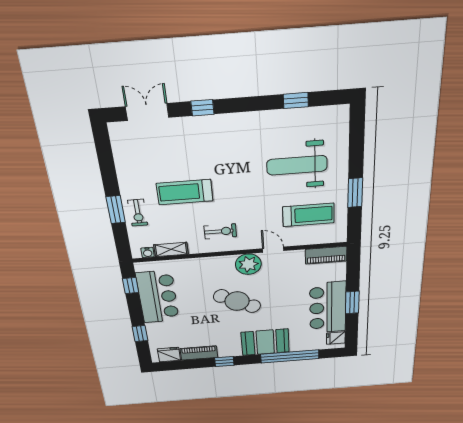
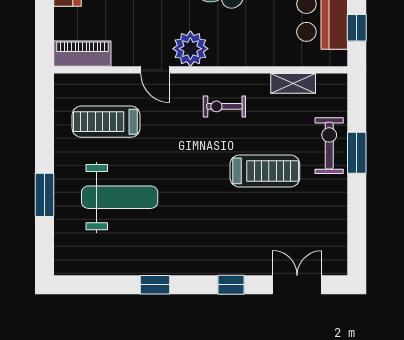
window: (296, 100) -> (155, 285), moved
double door: (147, 112) -> (297, 285), swing flipped
window: (355, 193) -> (45, 195), moved
exercise bike: (138, 213) -> (329, 146), width x1.38, depth x1.39
water cooler: (148, 252) -> (325, 81), removed

